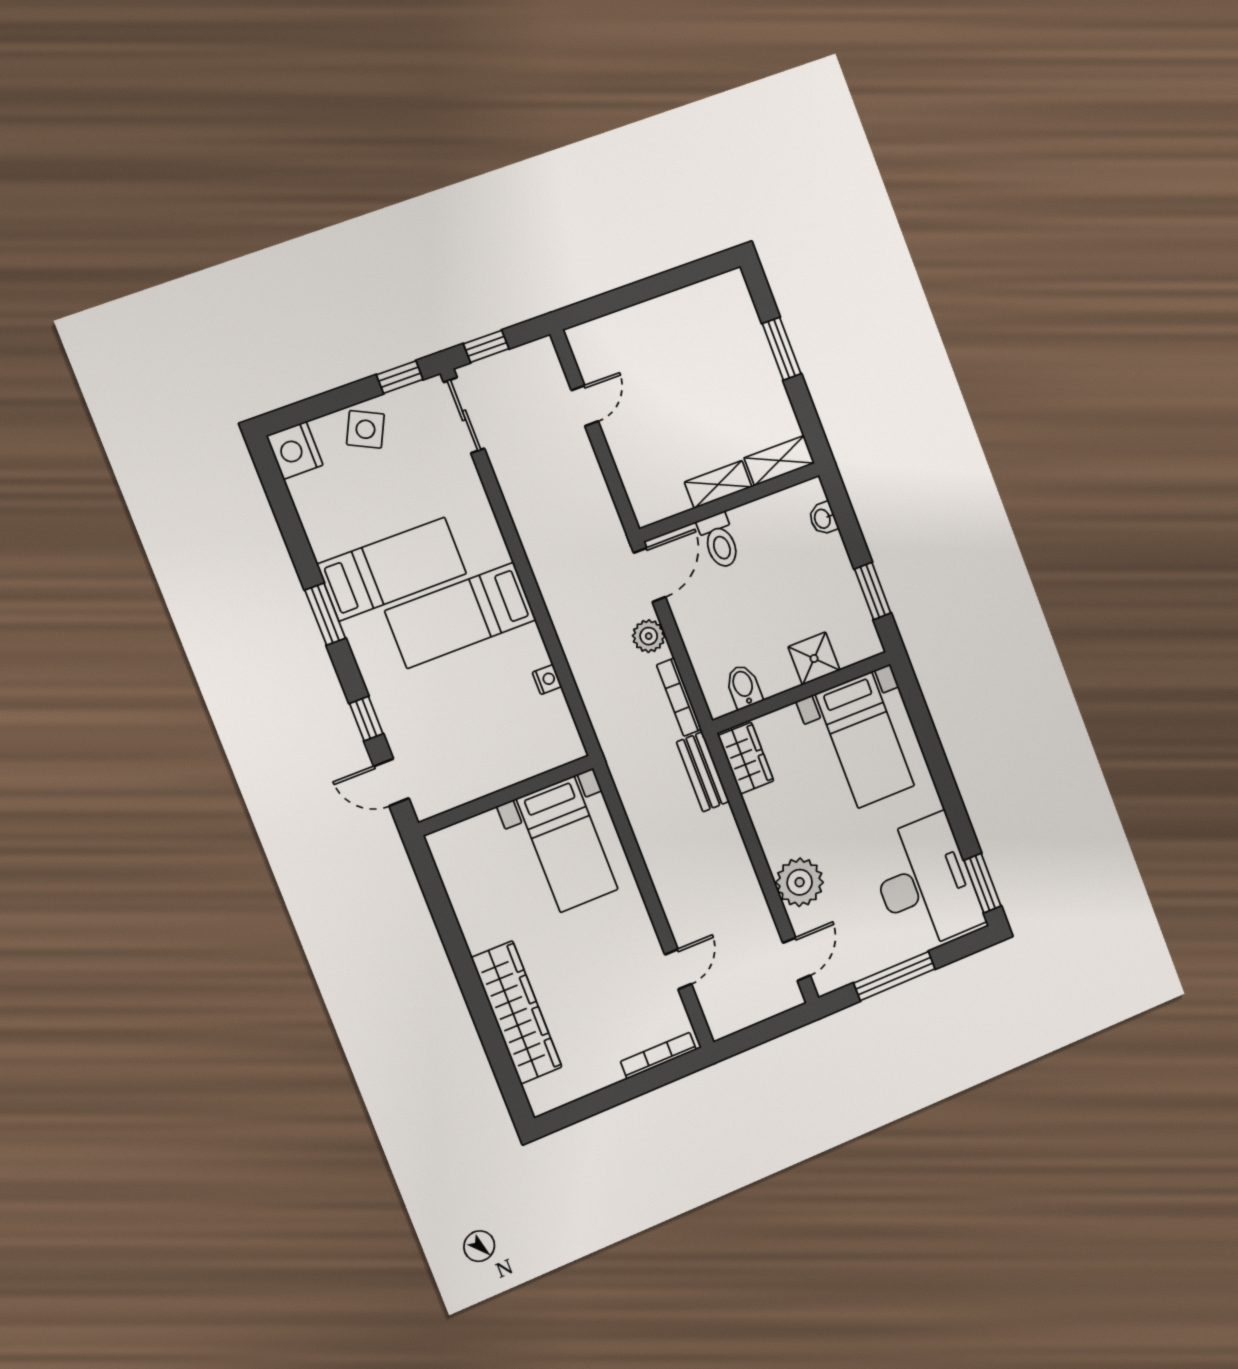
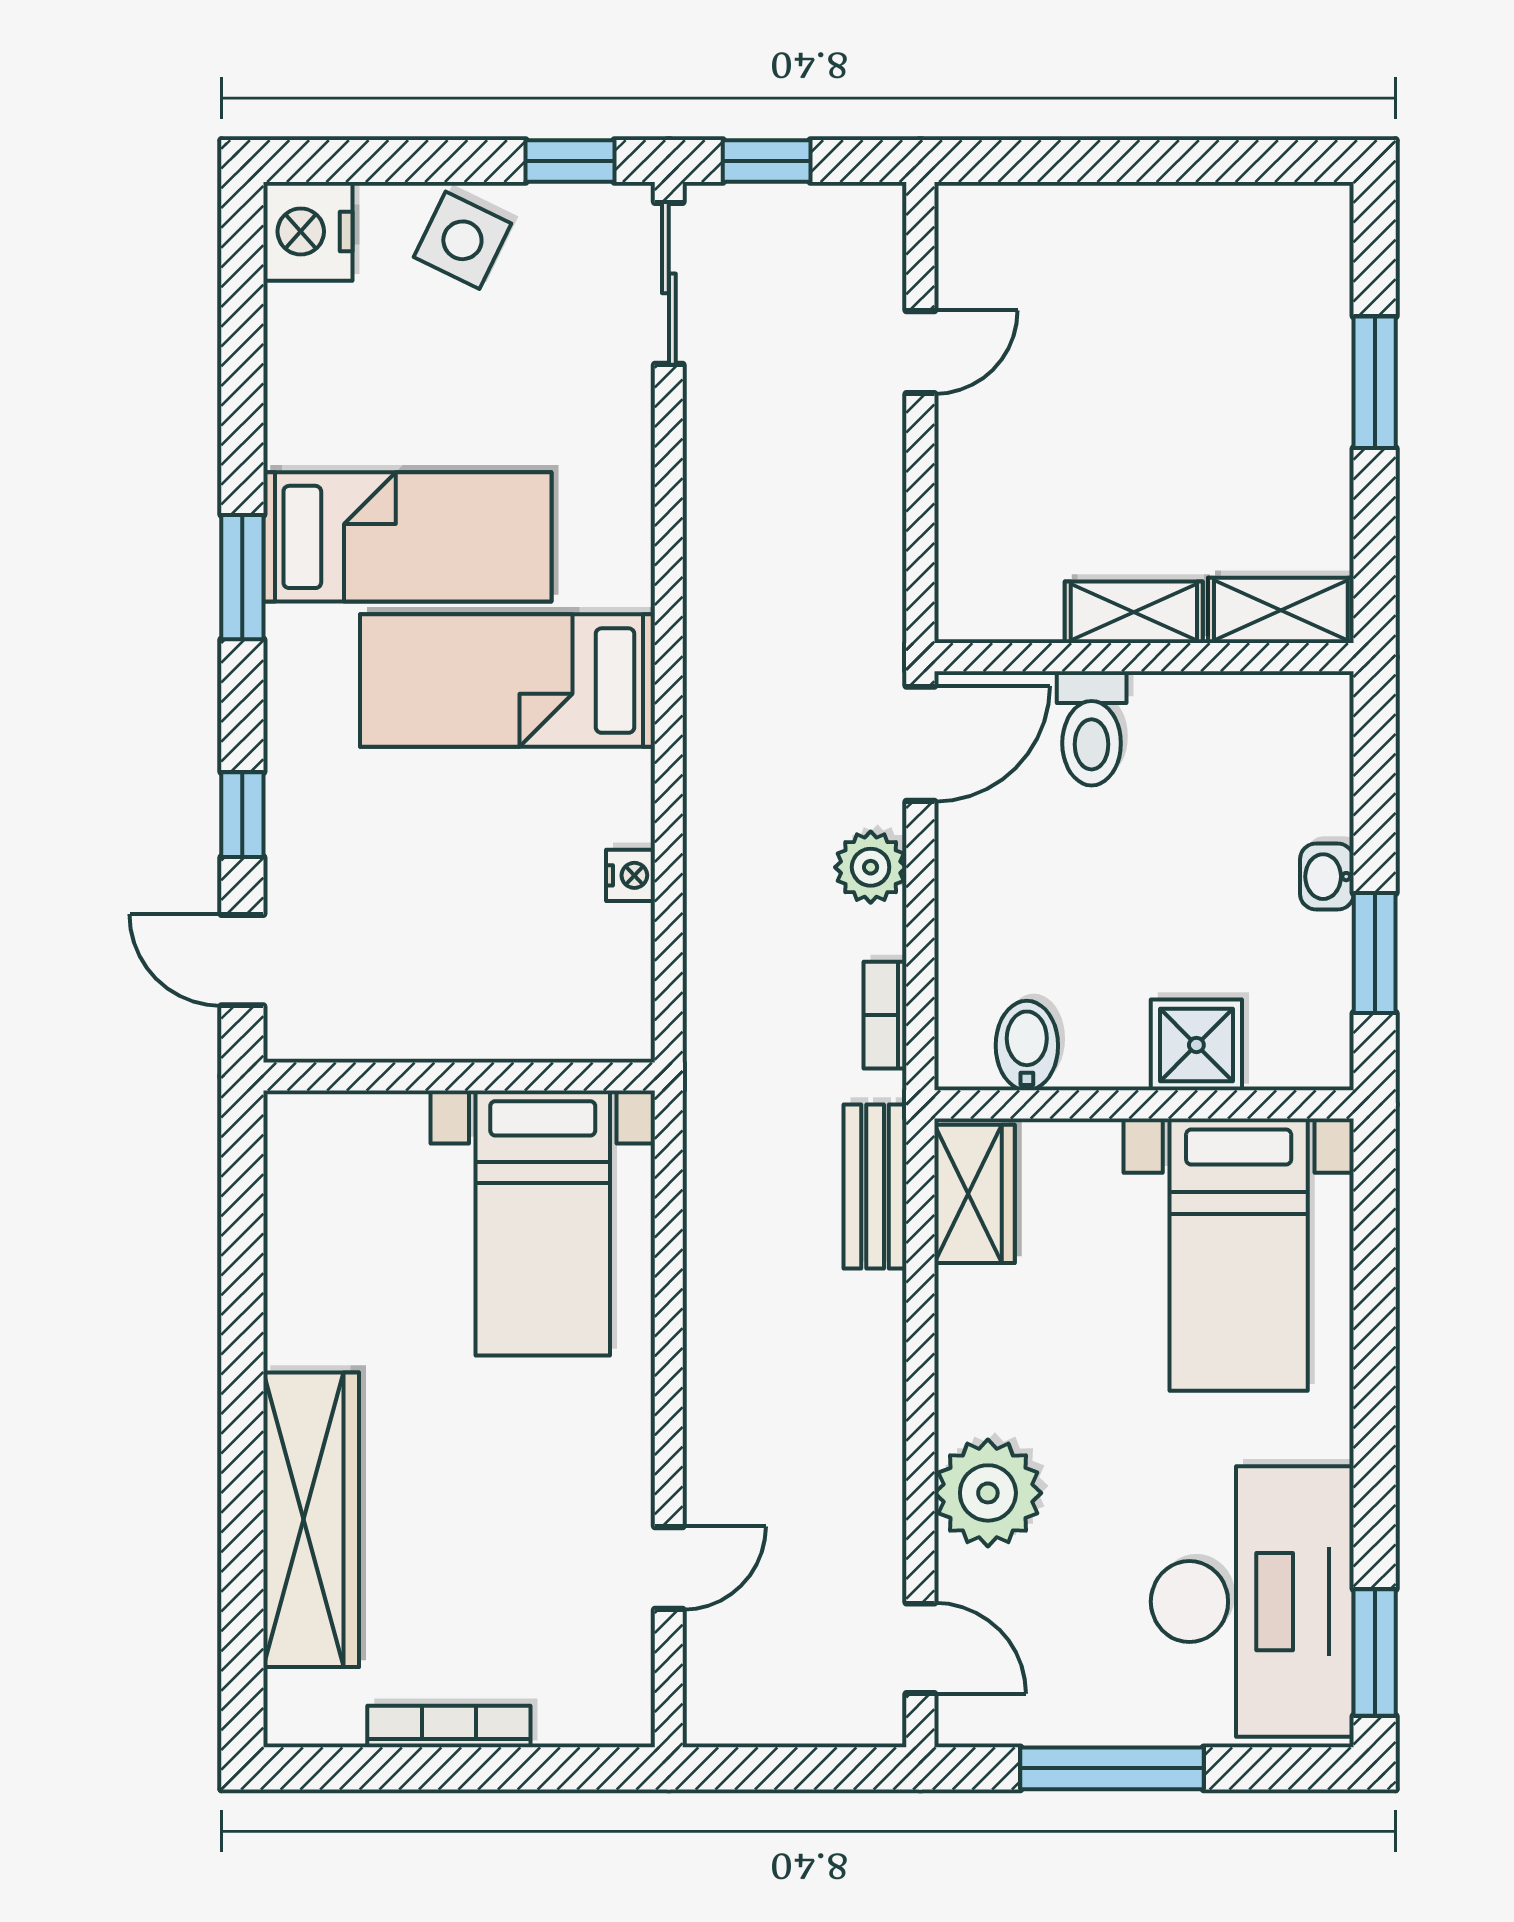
washbasin: (823, 519) -> (1327, 877), moved
bookcase: (679, 697) -> (885, 1015), width x0.64
door: (797, 959) -> (920, 1648), hinge flipped
bookcase: (658, 1056) -> (449, 1727), moved

